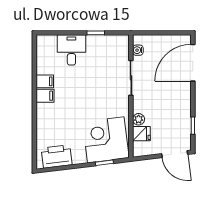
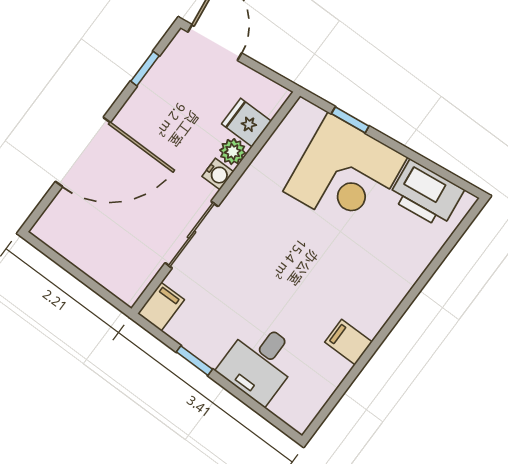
water cooler: (138, 50) -> (218, 174), moved
door: (193, 63) -> (83, 152), moved
filing cabinet: (45, 96) -> (161, 307), moved, turned 90
corner desk: (106, 140) -> (345, 174), moved

